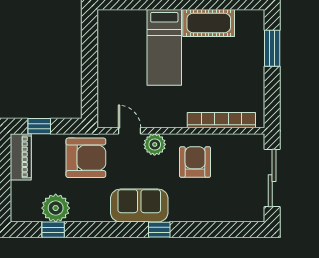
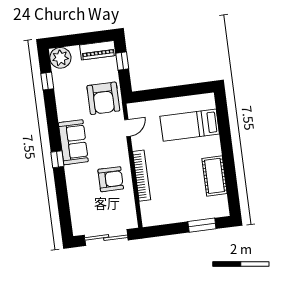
bed: (164, 47) -> (190, 125), moved
bookcase: (221, 120) -> (142, 176), moved
plant: (155, 144) -> (120, 148), removed
plant: (56, 208) -> (60, 58), moved

